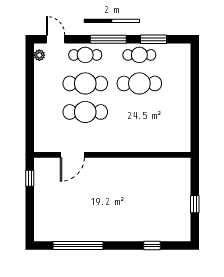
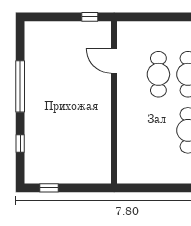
window: (195, 204) -> (49, 188), moved
window: (78, 246) -> (20, 86), moved

